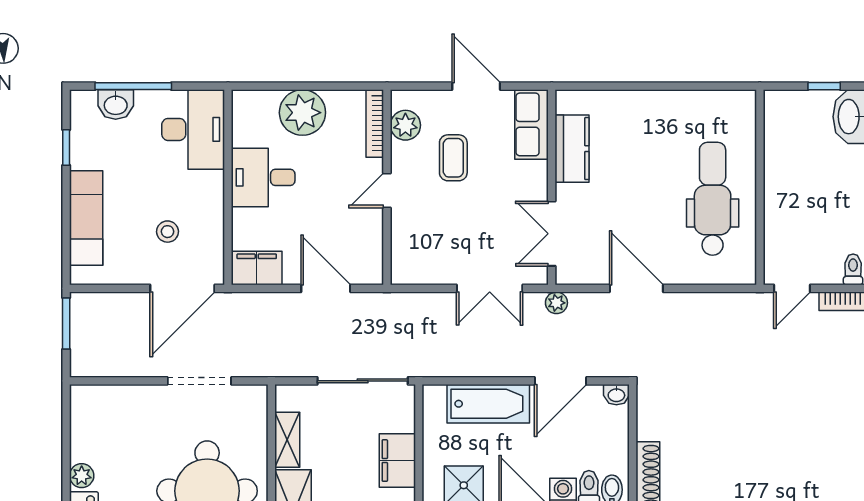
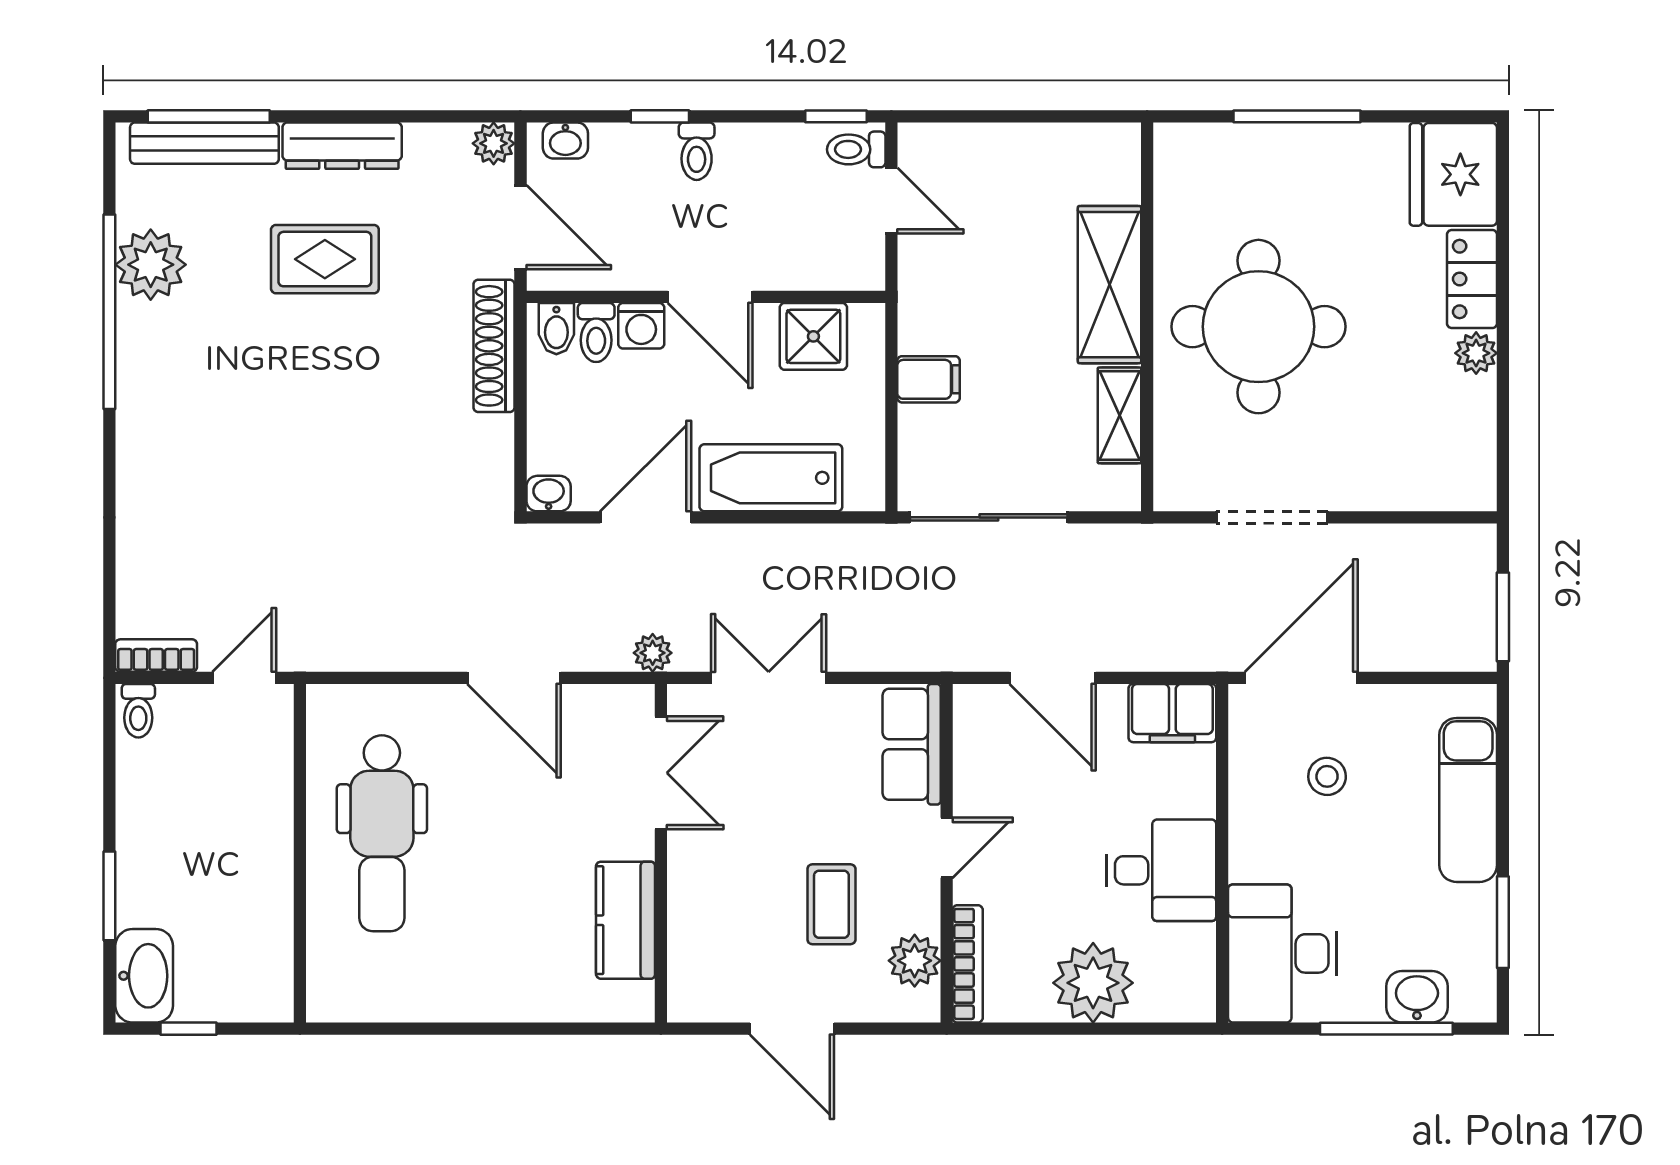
row of seats: (532, 124) -> (912, 744), moved, turned 180
window: (66, 148) -> (1503, 922), width x1.50
filing cabinet: (397, 461) -> (929, 379), width x0.50

